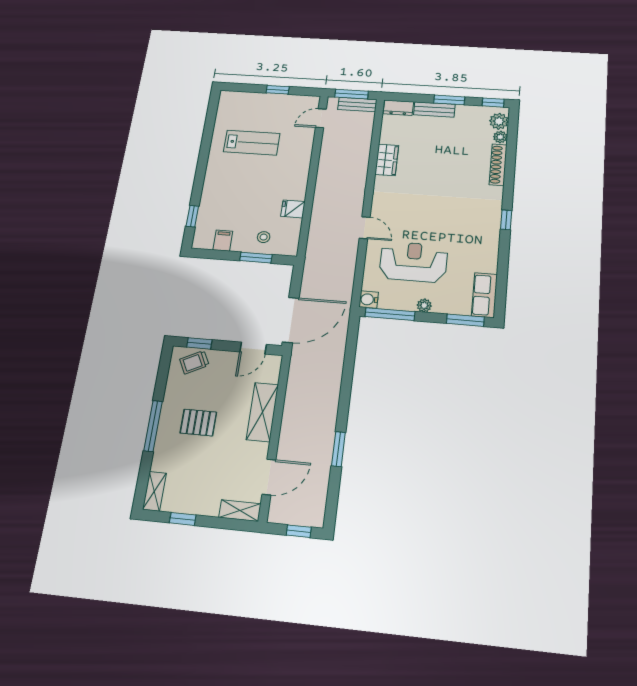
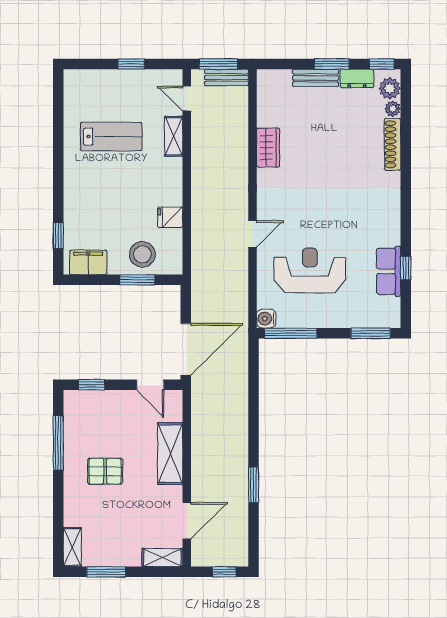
dresser: (398, 108) -> (357, 78), moved
door: (321, 118) -> (187, 99), hinge flipped
shelving: (305, 146) -> (174, 136), added
window: (506, 220) -> (406, 268), moved
door: (365, 228) -> (253, 234), hinge flipped
stool: (264, 237) -> (142, 254), width x1.89, depth x1.89
filing cabinet: (223, 241) -> (88, 262), width x2.00
row of seats: (484, 295) -> (389, 271), moved
plant: (424, 305) -> (326, 320), removed
door: (253, 348) -> (150, 385), hinge flipped
trolley: (194, 362) -> (90, 406), removed
window: (153, 426) -> (58, 443), moved
window: (183, 519) -> (106, 572), width x1.50

